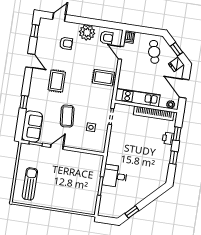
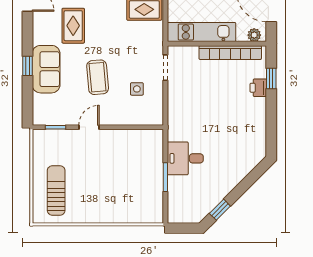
sofa: (32, 126) -> (46, 69), moved
window: (174, 158) -> (271, 116), removed

